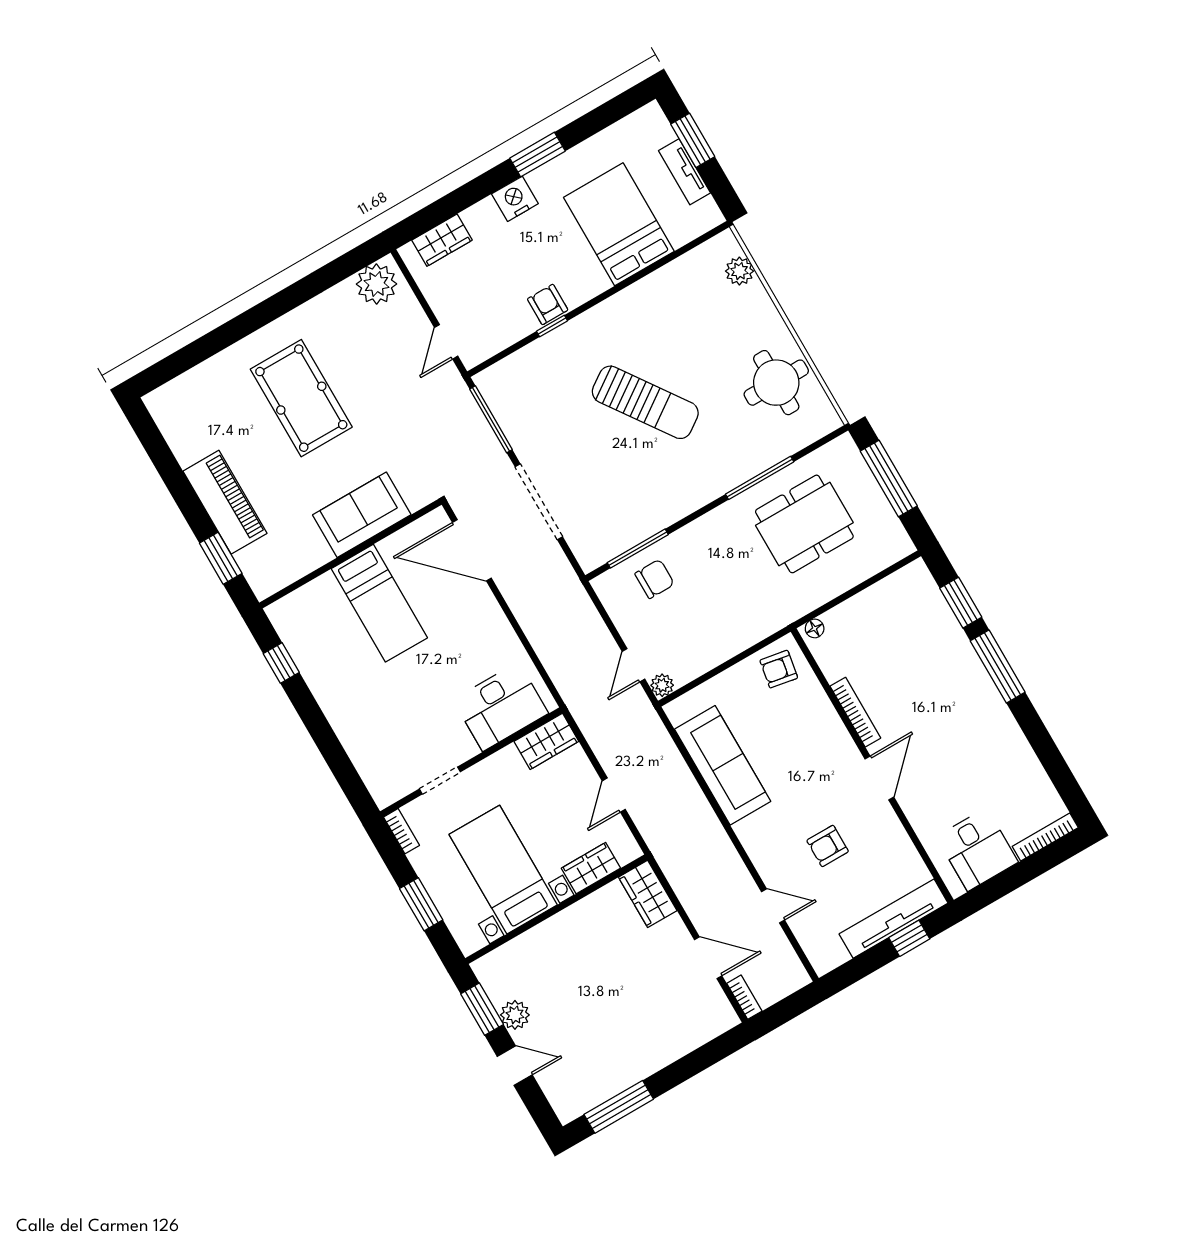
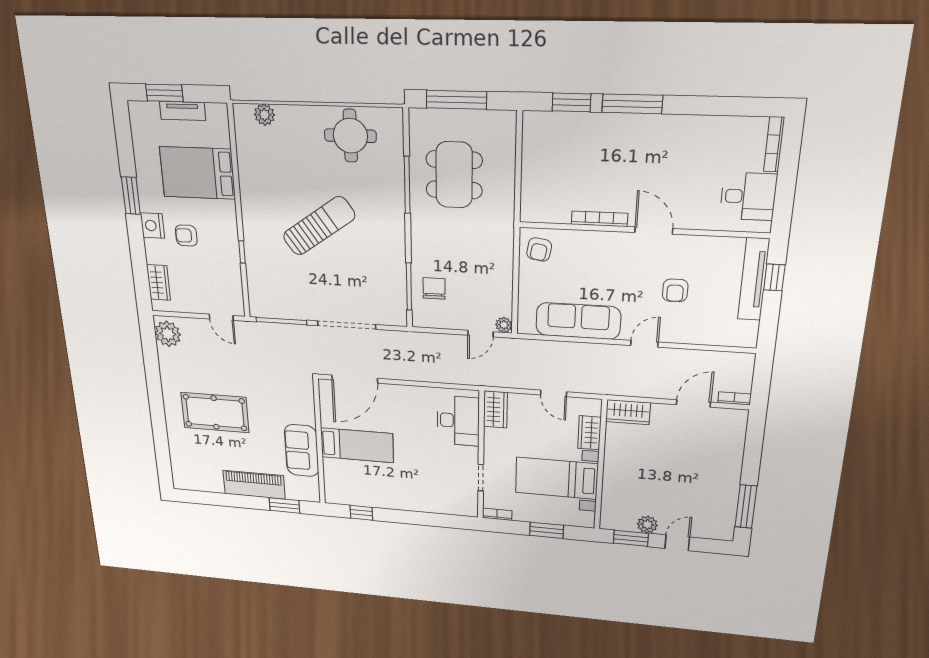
armchair: (548, 304) -> (186, 235), moved
sofa: (362, 515) -> (302, 451), moved
floor lamp: (815, 628) -> (527, 211), removed
door: (633, 665) -> (480, 334), hinge flipped
door: (773, 906) -> (644, 344), moved

